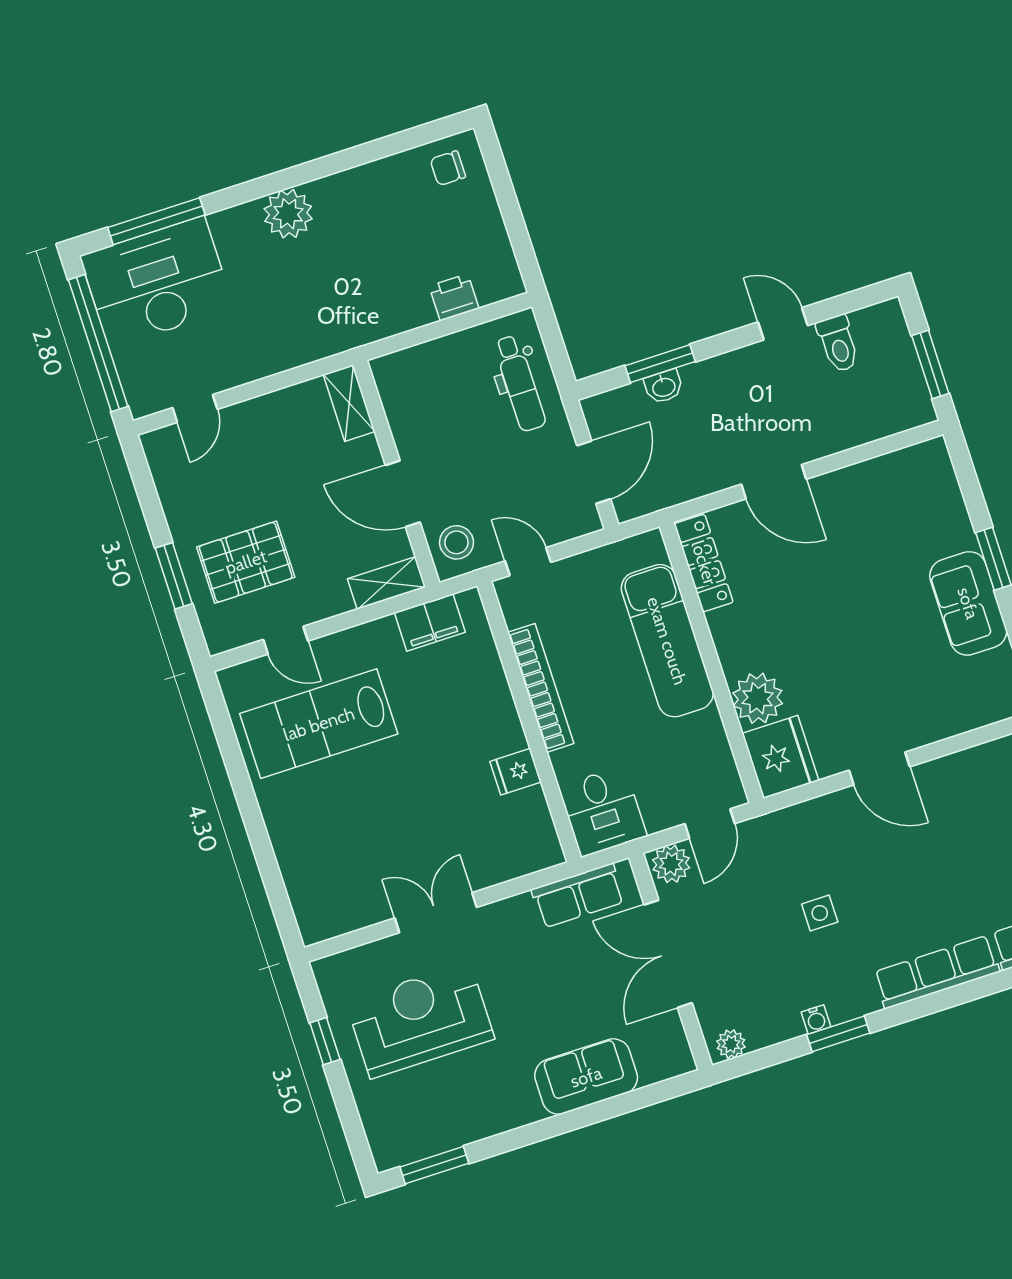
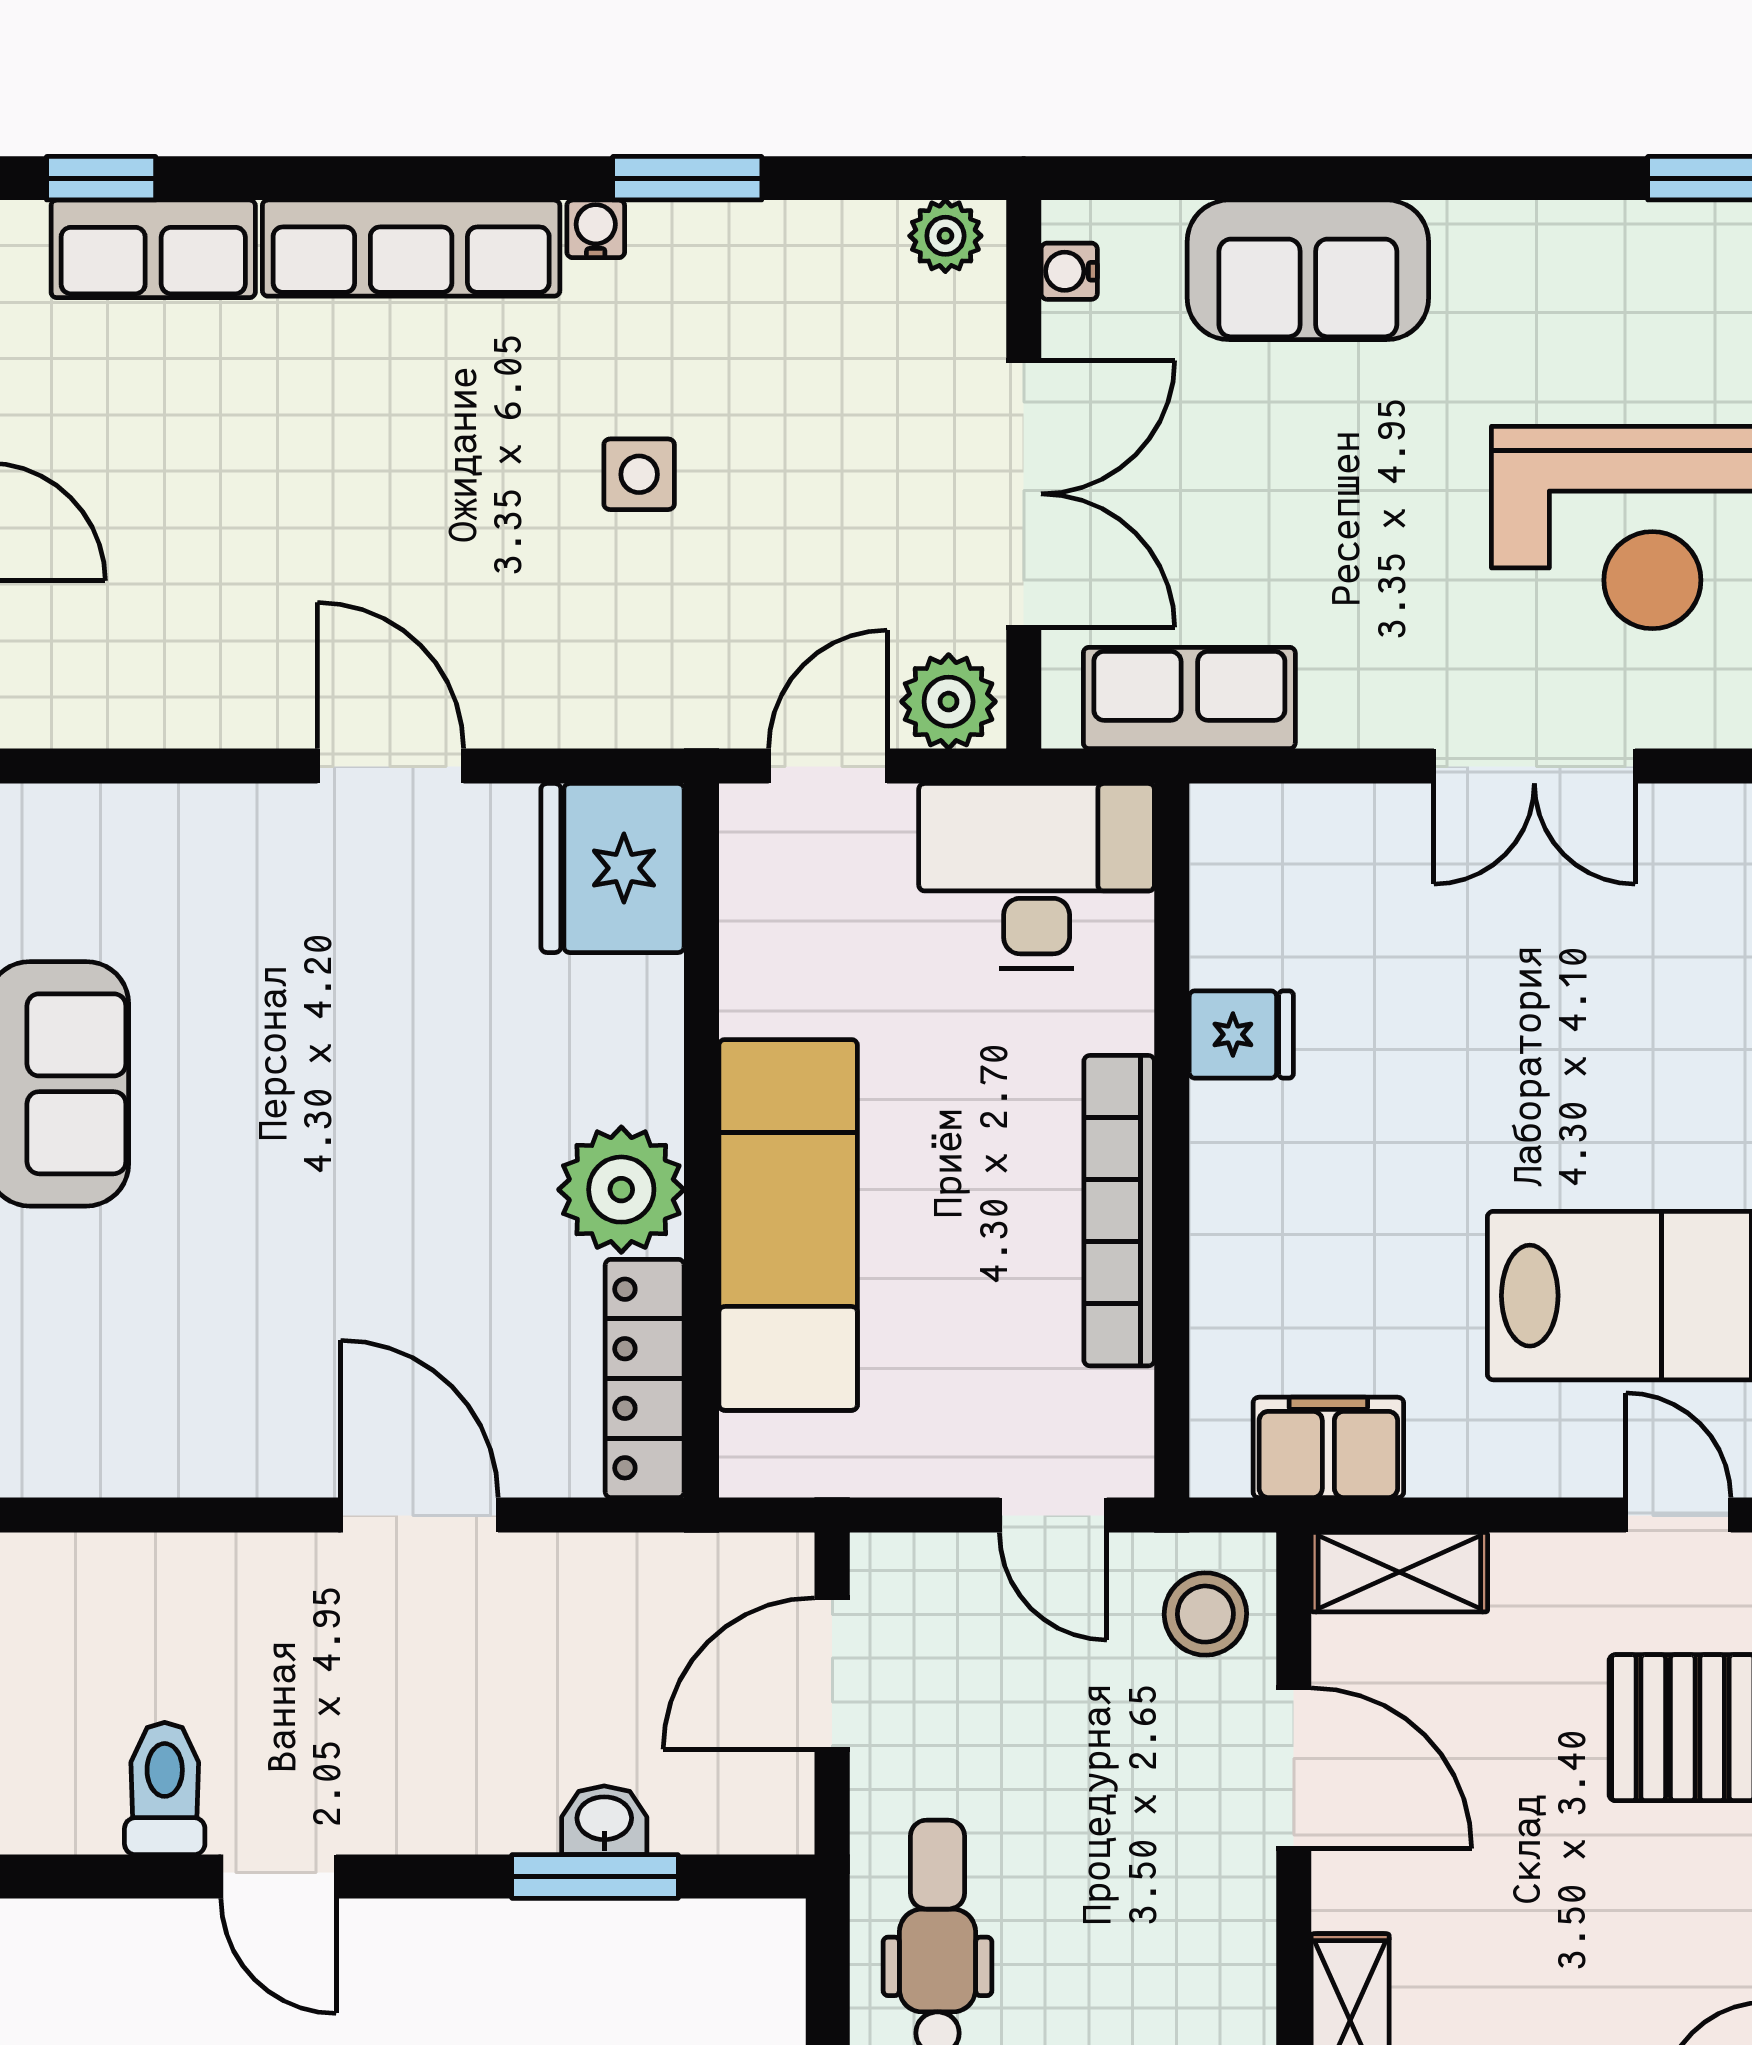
plant: (758, 698) -> (621, 1190), moved
desk: (603, 811) -> (1037, 876), width x1.37
water cooler: (816, 1019) -> (596, 229), moved
water cooler: (678, 1046) -> (1069, 271), added

